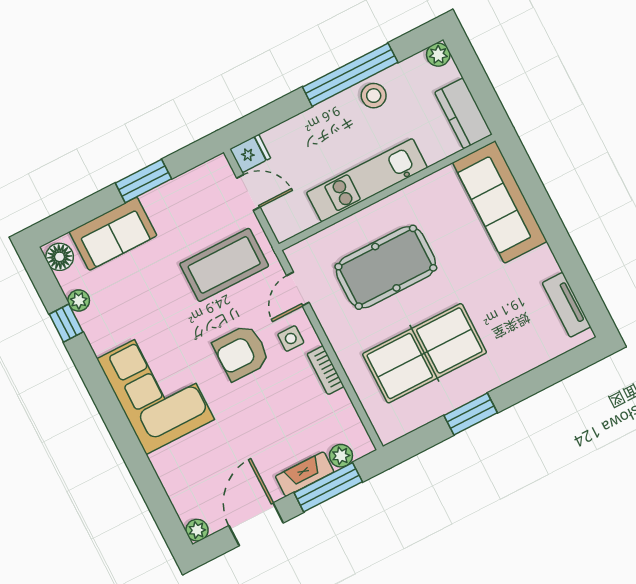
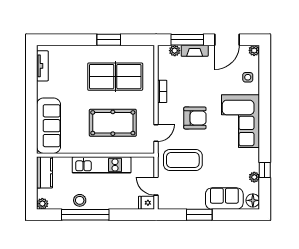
side table: (291, 339) -> (248, 77), moved

